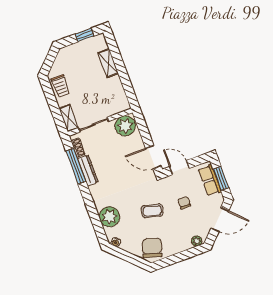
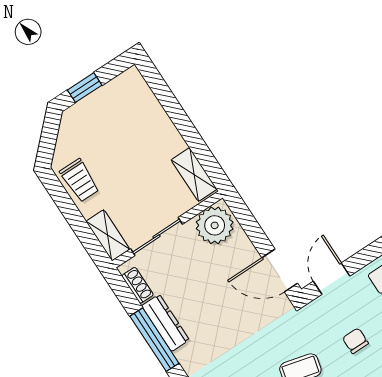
window: (85, 35) -> (85, 88), moved
shelving: (108, 63) -> (194, 174), moved
window: (76, 166) -> (154, 340), moved
door: (179, 168) -> (332, 279), hinge flipped

